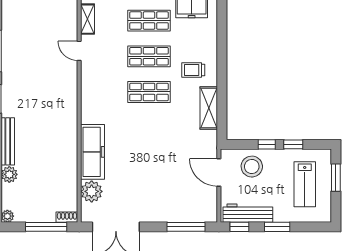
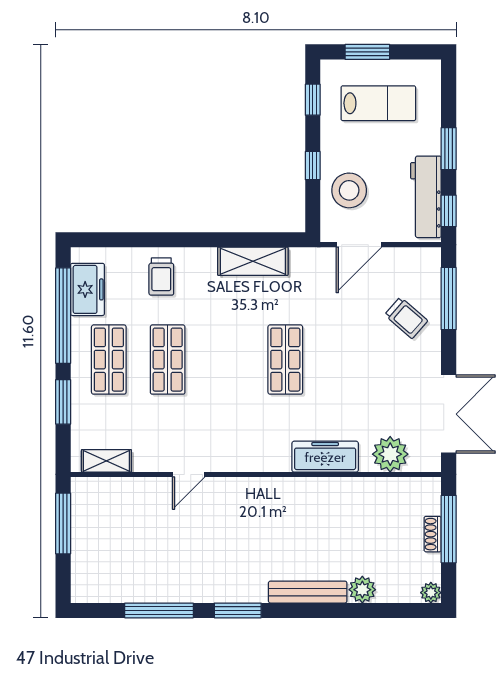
door: (79, 51) -> (189, 474), moved
trolley: (193, 70) -> (161, 277), moved
shop shelf: (149, 92) -> (285, 360), moved
window: (293, 144) -> (313, 100), moved
freezer: (92, 152) -> (325, 457), width x0.73, depth x0.79
trolley: (174, 201) -> (406, 318), added
shoe rack: (67, 217) -> (433, 534), moved

